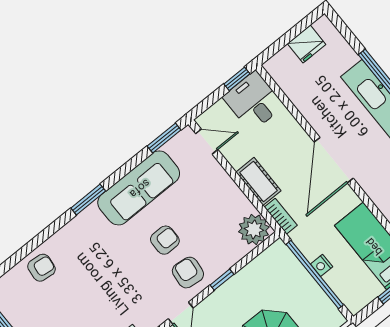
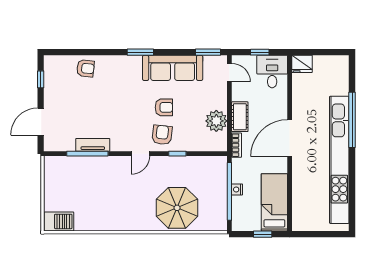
fridge: (307, 44) -> (302, 64), moved
window: (237, 79) -> (260, 52), moved
plant: (254, 229) -> (216, 121), moved

